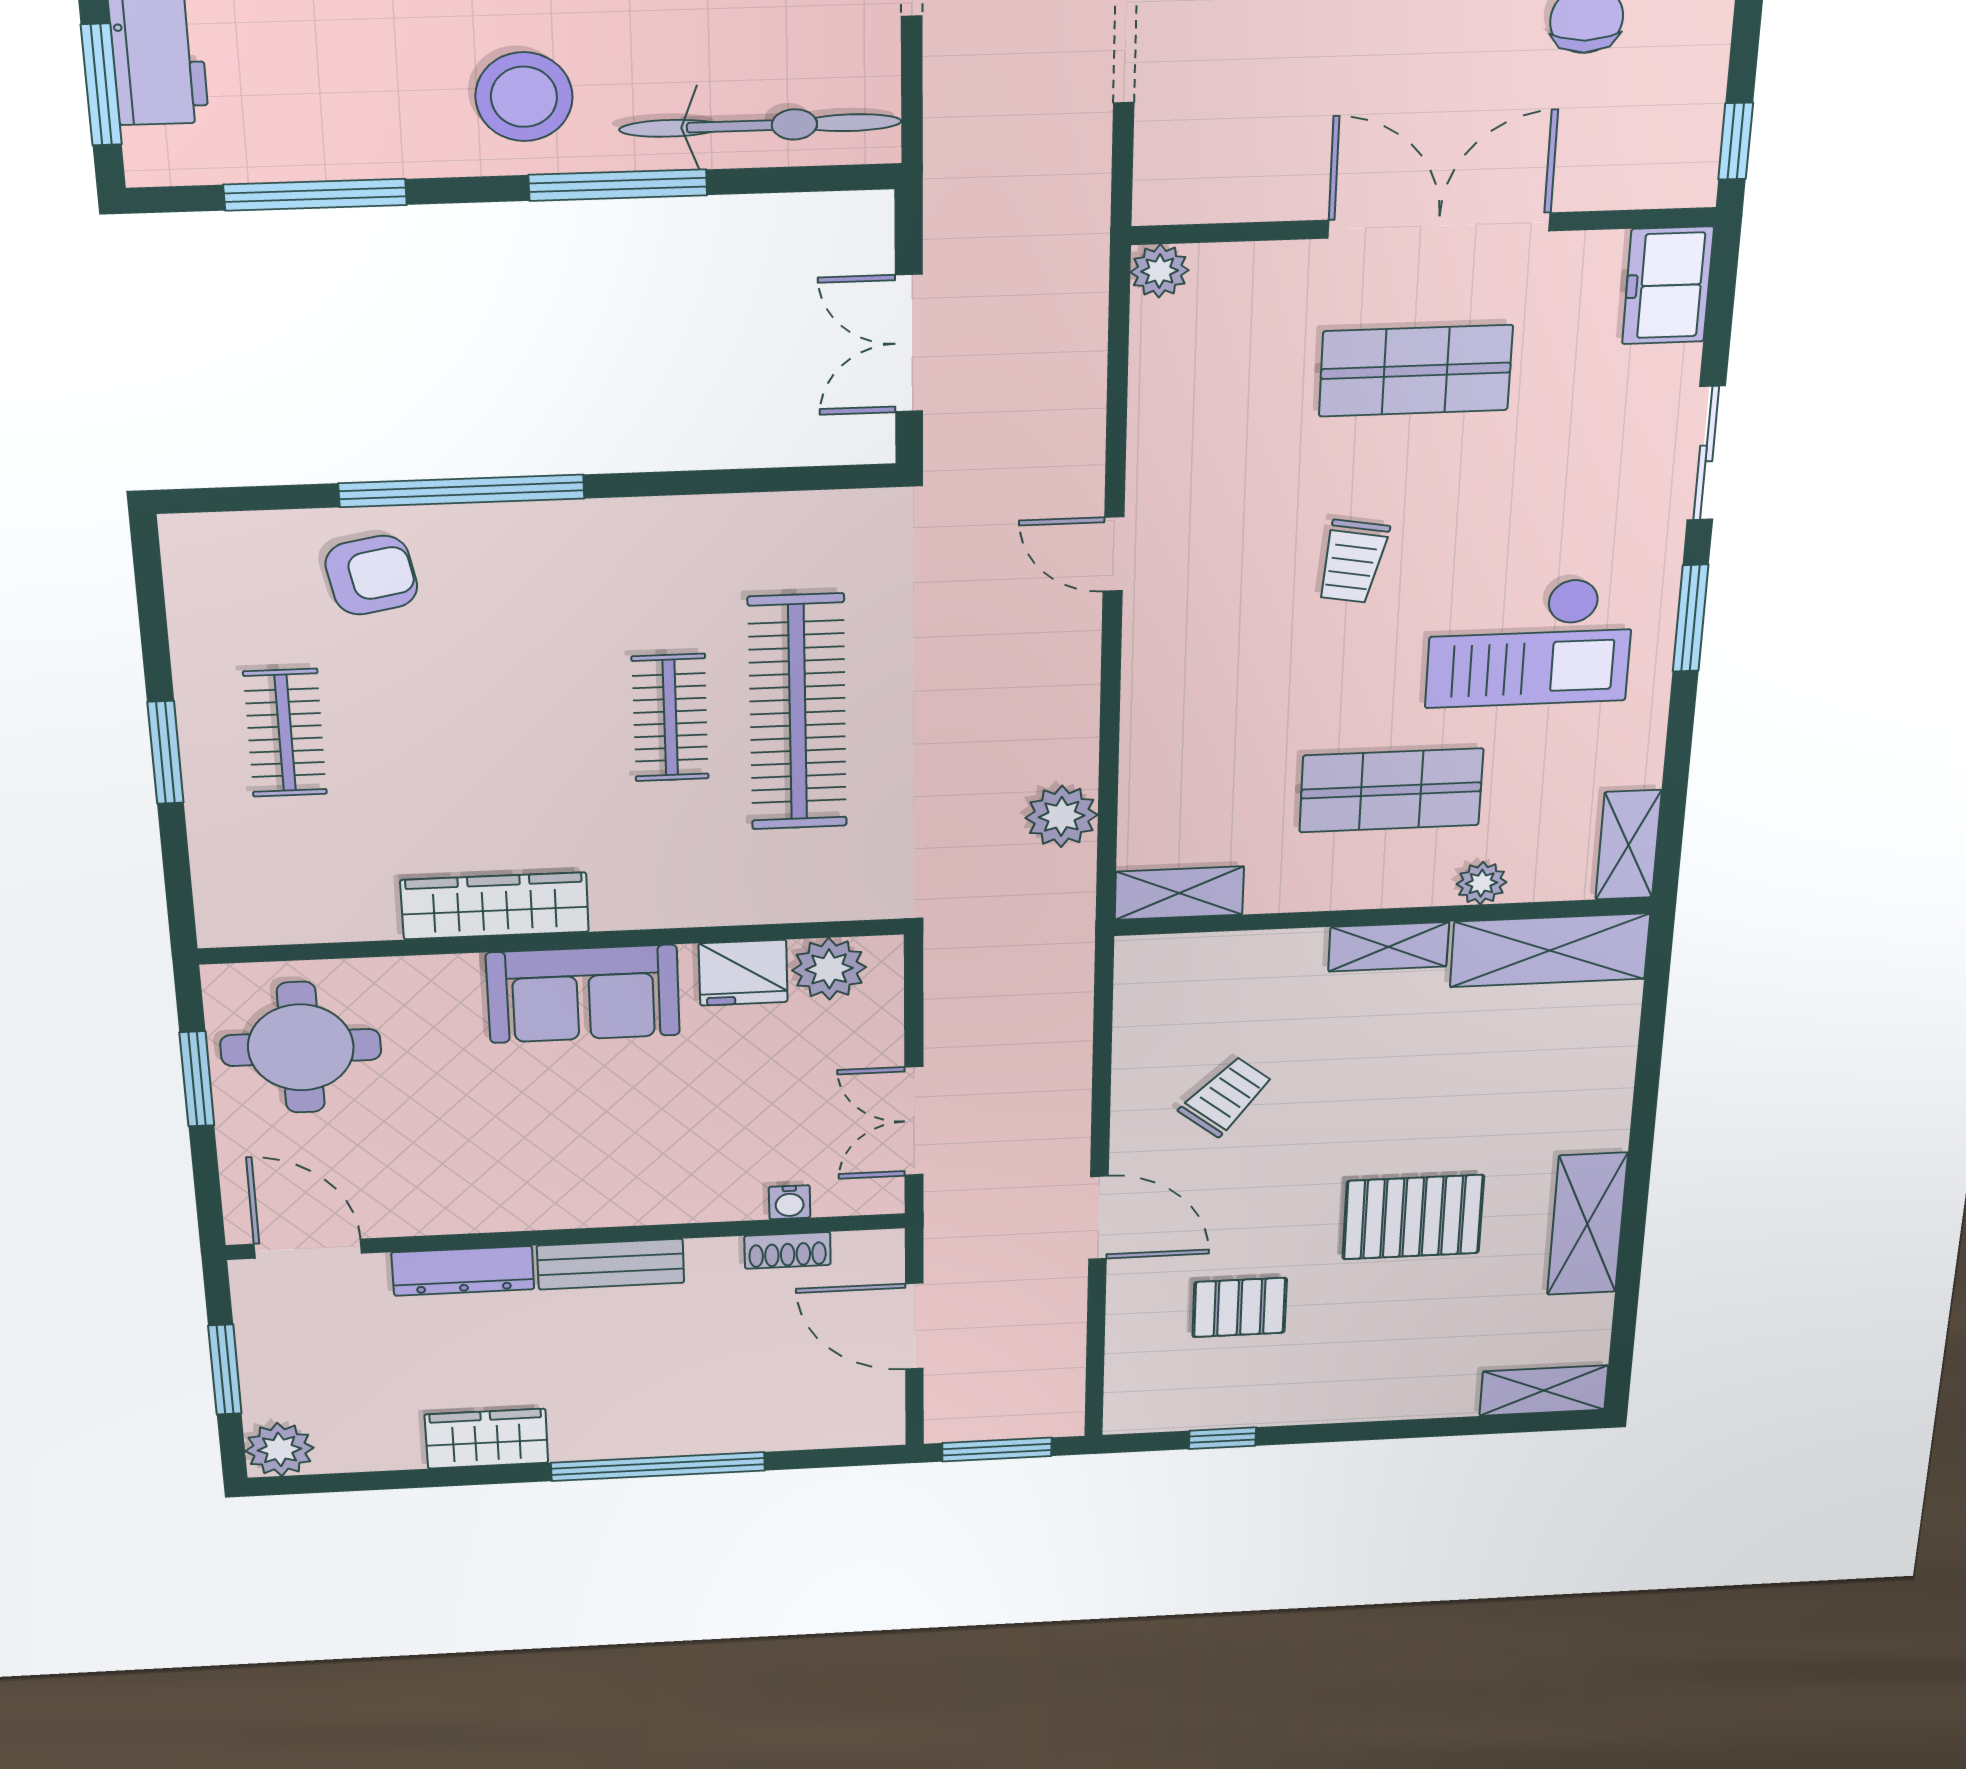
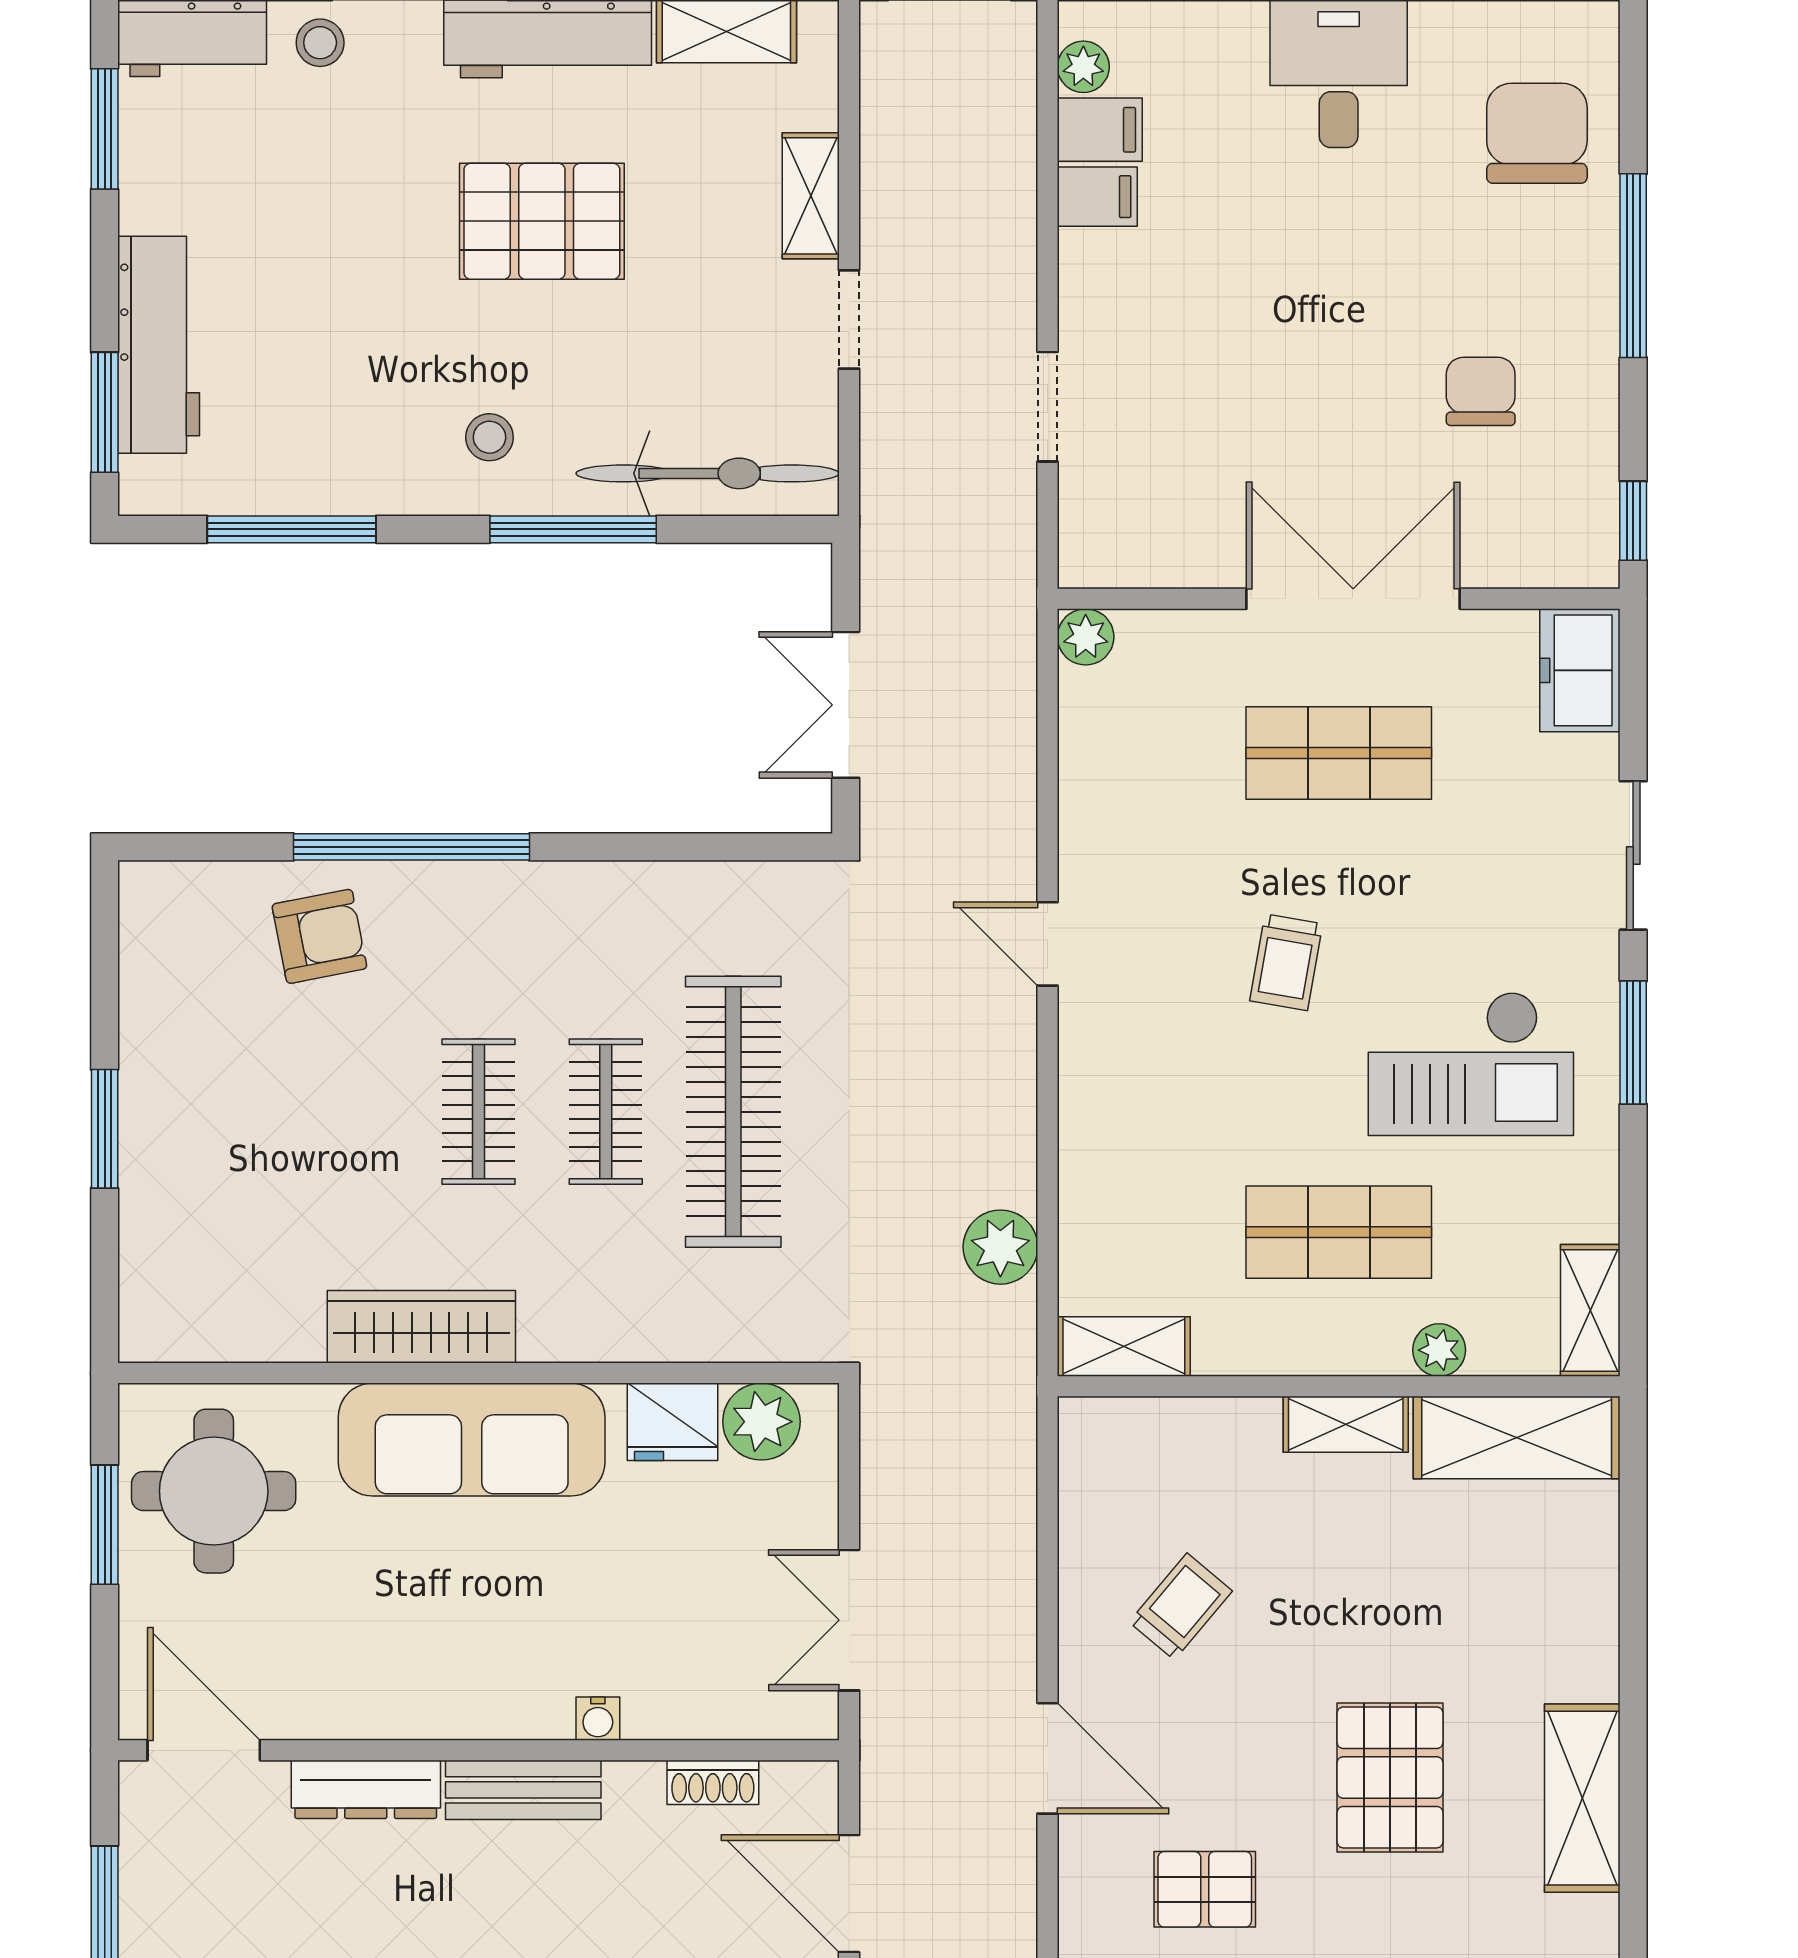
stool: (524, 97) -> (489, 437), width x0.53, depth x0.53
clothes rail: (285, 733) -> (478, 1112), moved
sofa: (583, 994) -> (472, 1440), width x1.36
water cooler: (790, 1202) -> (598, 1719), moved
pallet: (1413, 1217) -> (1390, 1777), turned 90

